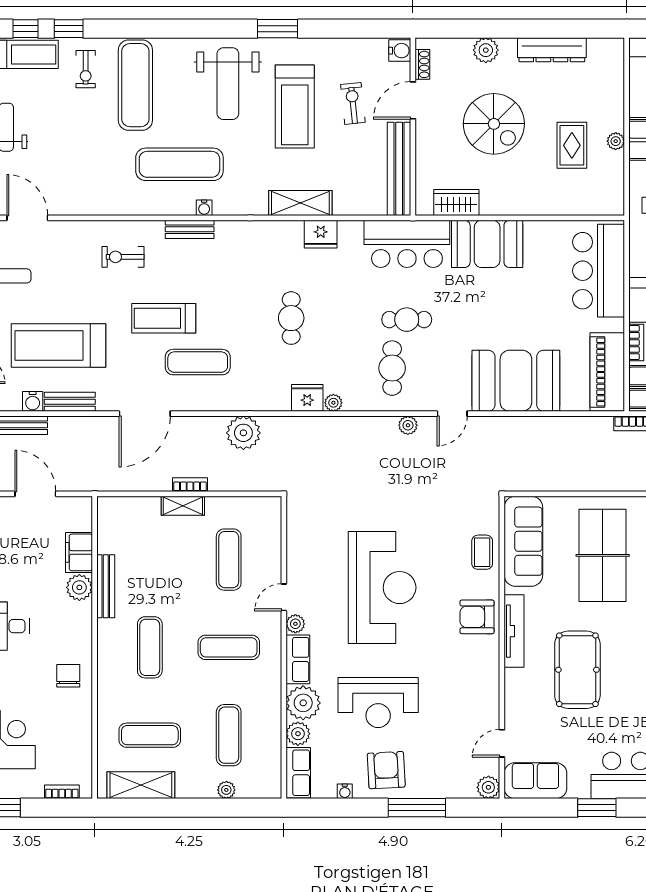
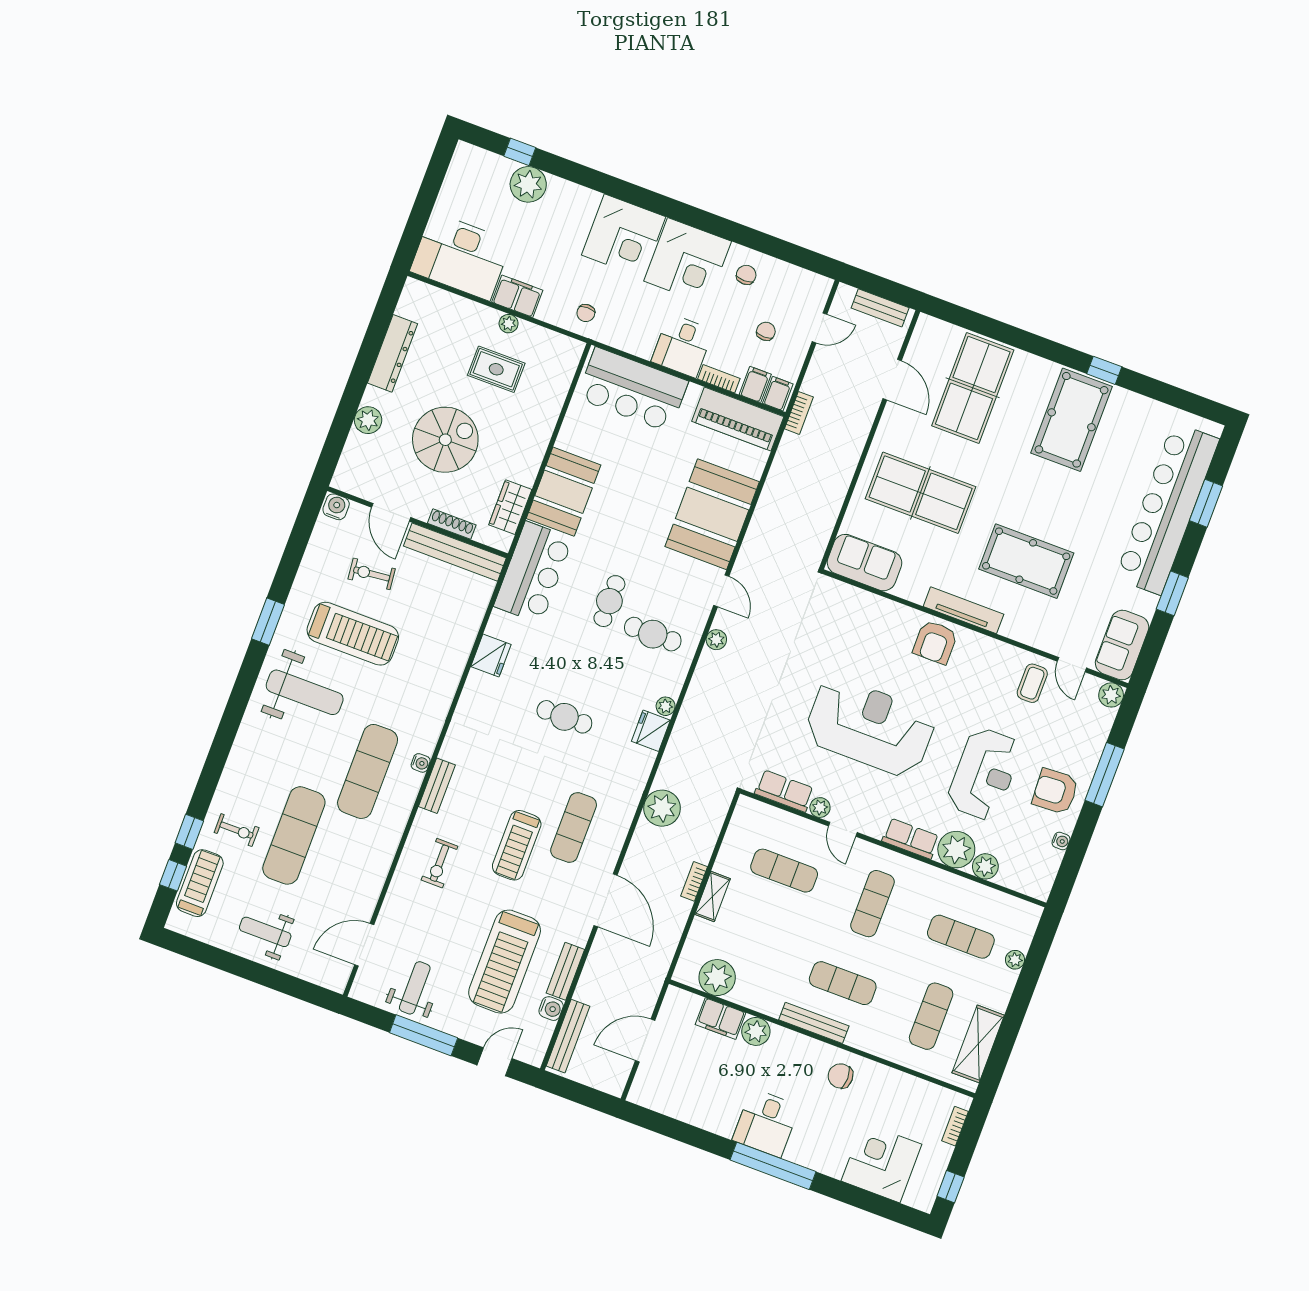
shoe rack: (422, 64) -> (452, 524), moved, width x1.43
exercise mat: (135, 85) -> (294, 835), moved, turned 90
shelving: (300, 203) -> (452, 664), removed
plant: (114, 536) -> (717, 978), added
sofa: (523, 541) -> (864, 563), width x0.73
coffee table: (482, 552) -> (1032, 683), moved, turned 90
bench: (106, 586) -> (814, 1023), moved
plant: (295, 624) -> (820, 808), moved
row of seats: (298, 773) -> (784, 791), moved

